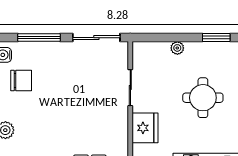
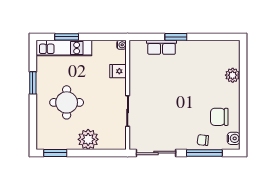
plant: (177, 48) -> (88, 139), width x1.88, depth x1.88
chair: (41, 53) -> (203, 140), added
fridge: (145, 128) -> (118, 71), width x0.53, depth x0.75

